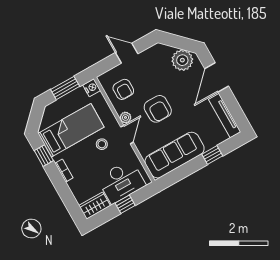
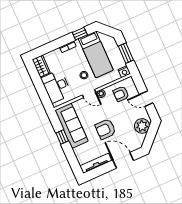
door: (127, 53) -> (146, 99), swing flipped
plant: (182, 60) -> (142, 126), moved
armchair: (158, 109) -> (105, 129), moved
window: (212, 155) -> (62, 137), moved
window: (125, 204) -> (40, 88), removed

